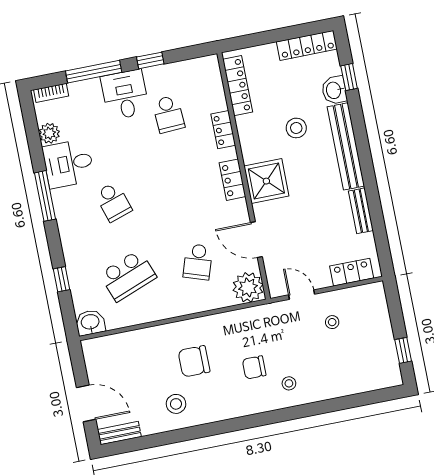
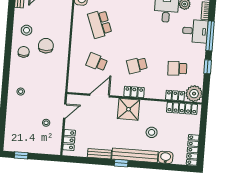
window: (349, 77) -> (121, 163), moved
desk: (125, 95) -> (195, 31), moved
locker: (223, 130) -> (175, 96), moved
school desk: (113, 202) -> (137, 65), moved
plant: (248, 287) -> (194, 94), moved
chair: (254, 367) -> (24, 52), moved

